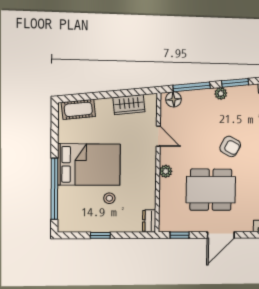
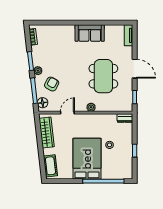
wardrobe: (129, 105) -> (47, 133), width x1.50
armchair: (230, 146) -> (52, 84), moved

